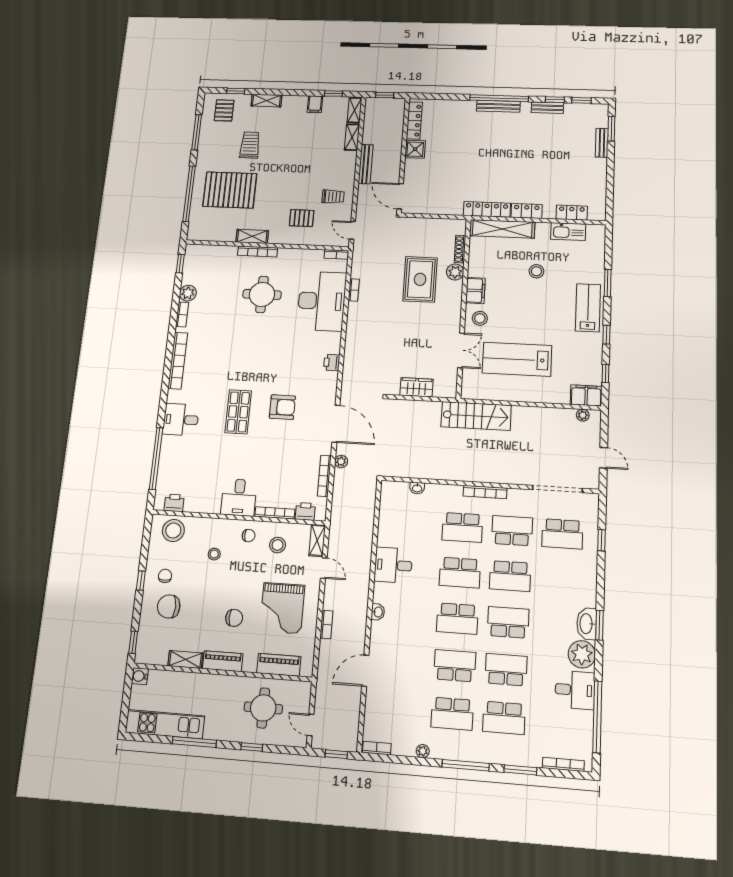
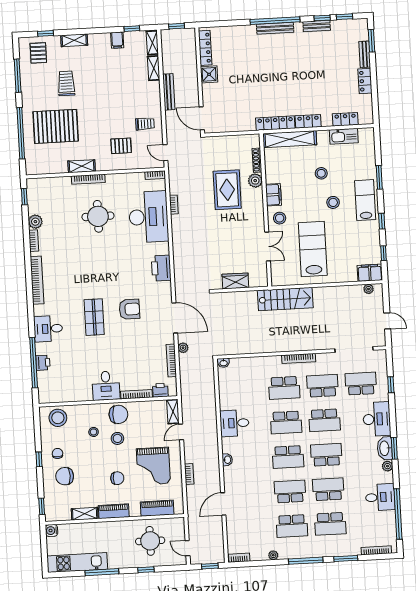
locker: (600, 172) -> (365, 81), added
stool: (548, 307) -> (333, 202), added
lab bench: (517, 359) -> (313, 249), turned 90
printer: (332, 362) -> (161, 268), width x1.87, depth x1.48
washbasin: (417, 488) -> (224, 363), moved
printer: (174, 503) -> (43, 363), moved, turned 90
school desk: (562, 534) -> (361, 384), turned 180
chair: (249, 536) -> (118, 414), width x1.87, depth x1.87
stool: (278, 545) -> (117, 438), moved
door: (324, 568) -> (181, 432), swing flipped
desk: (579, 583) -> (377, 419), added
plant: (582, 654) -> (387, 466), width x0.53, depth x0.53

